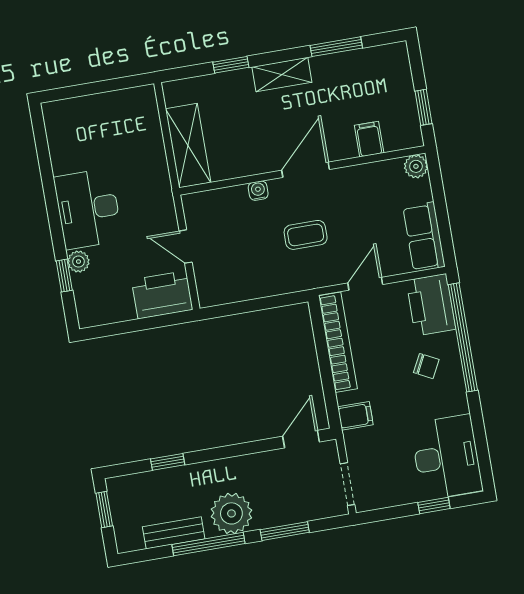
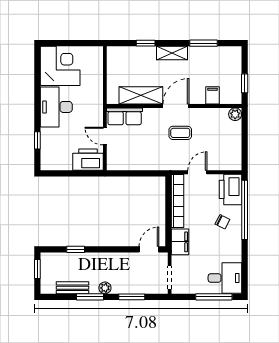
corner desk: (82, 133) -> (60, 66), added
shelving: (188, 146) -> (141, 95), moved, turned 90
water cooler: (258, 191) -> (149, 113), removed
coffee table: (306, 235) -> (180, 133), moved
row of seats: (424, 237) -> (125, 116), moved, turned -90
plant: (78, 262) -> (46, 134), removed
filing cabinet: (355, 416) -> (180, 242), width x2.00
desk: (446, 457) -> (225, 278), width x0.73
window: (434, 506) -> (214, 297), width x2.17
plant: (231, 513) -> (105, 288), width x0.53, depth x0.53
window: (209, 544) -> (90, 297), width x0.69

